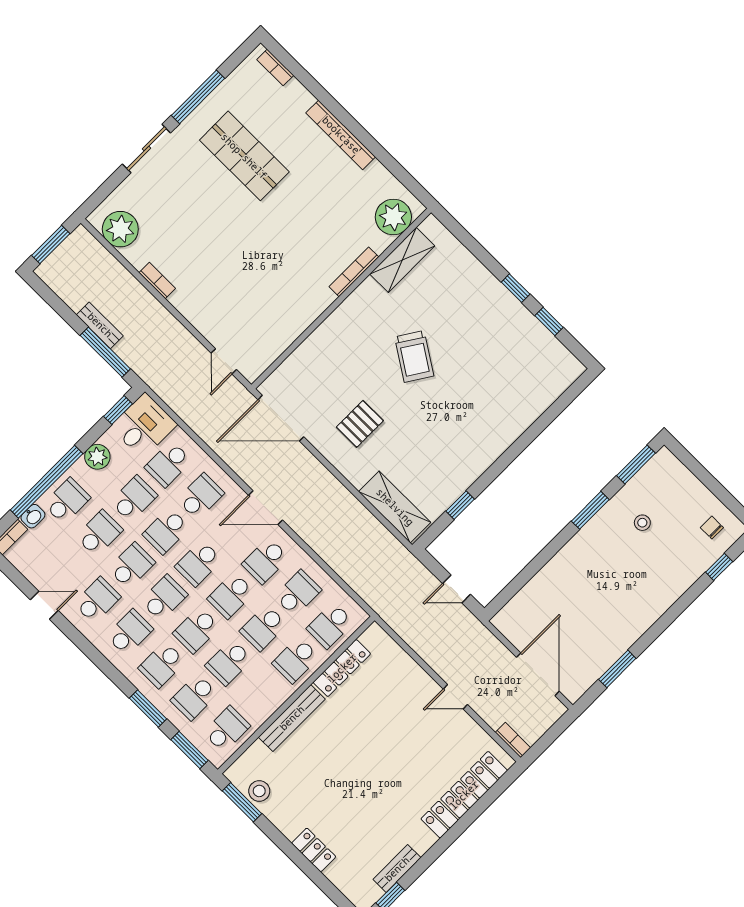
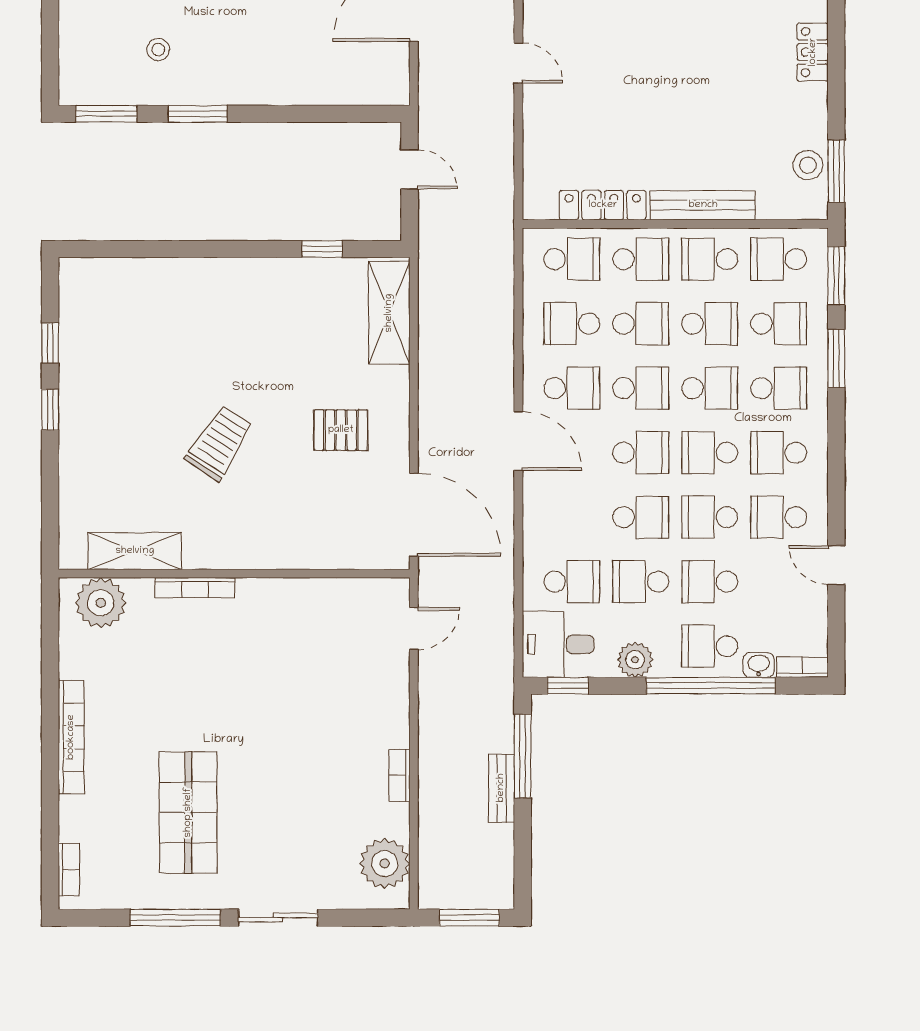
school desk: (201, 496) -> (710, 259), moved

